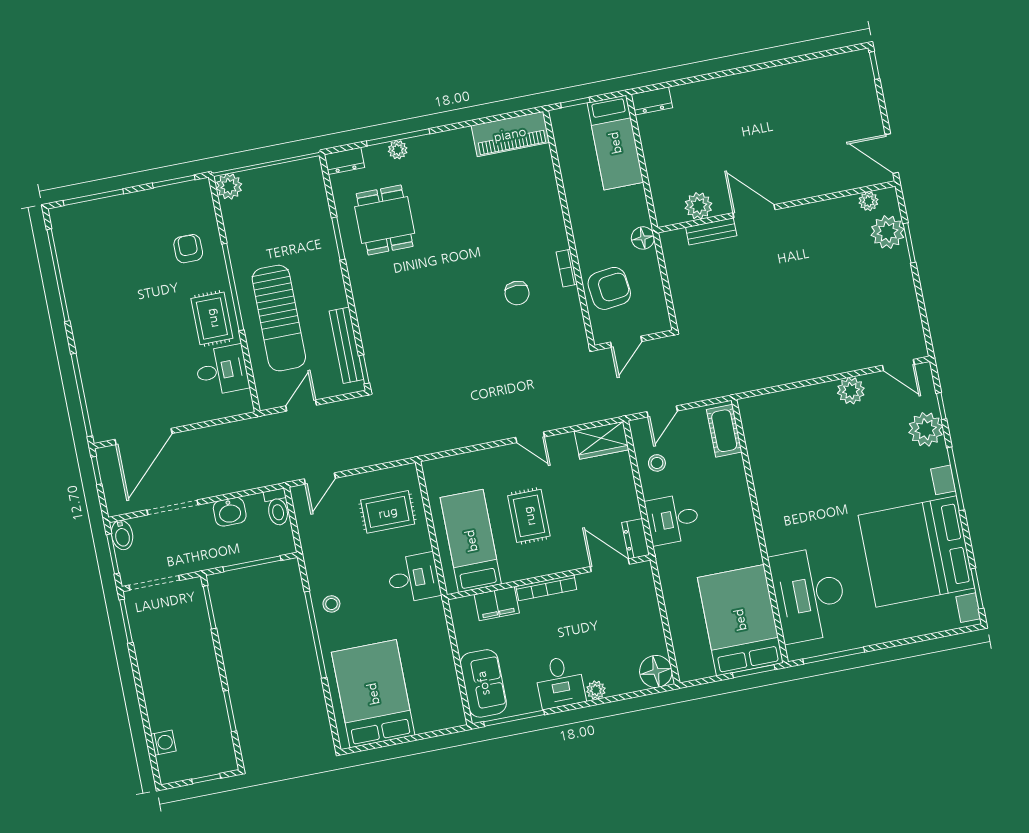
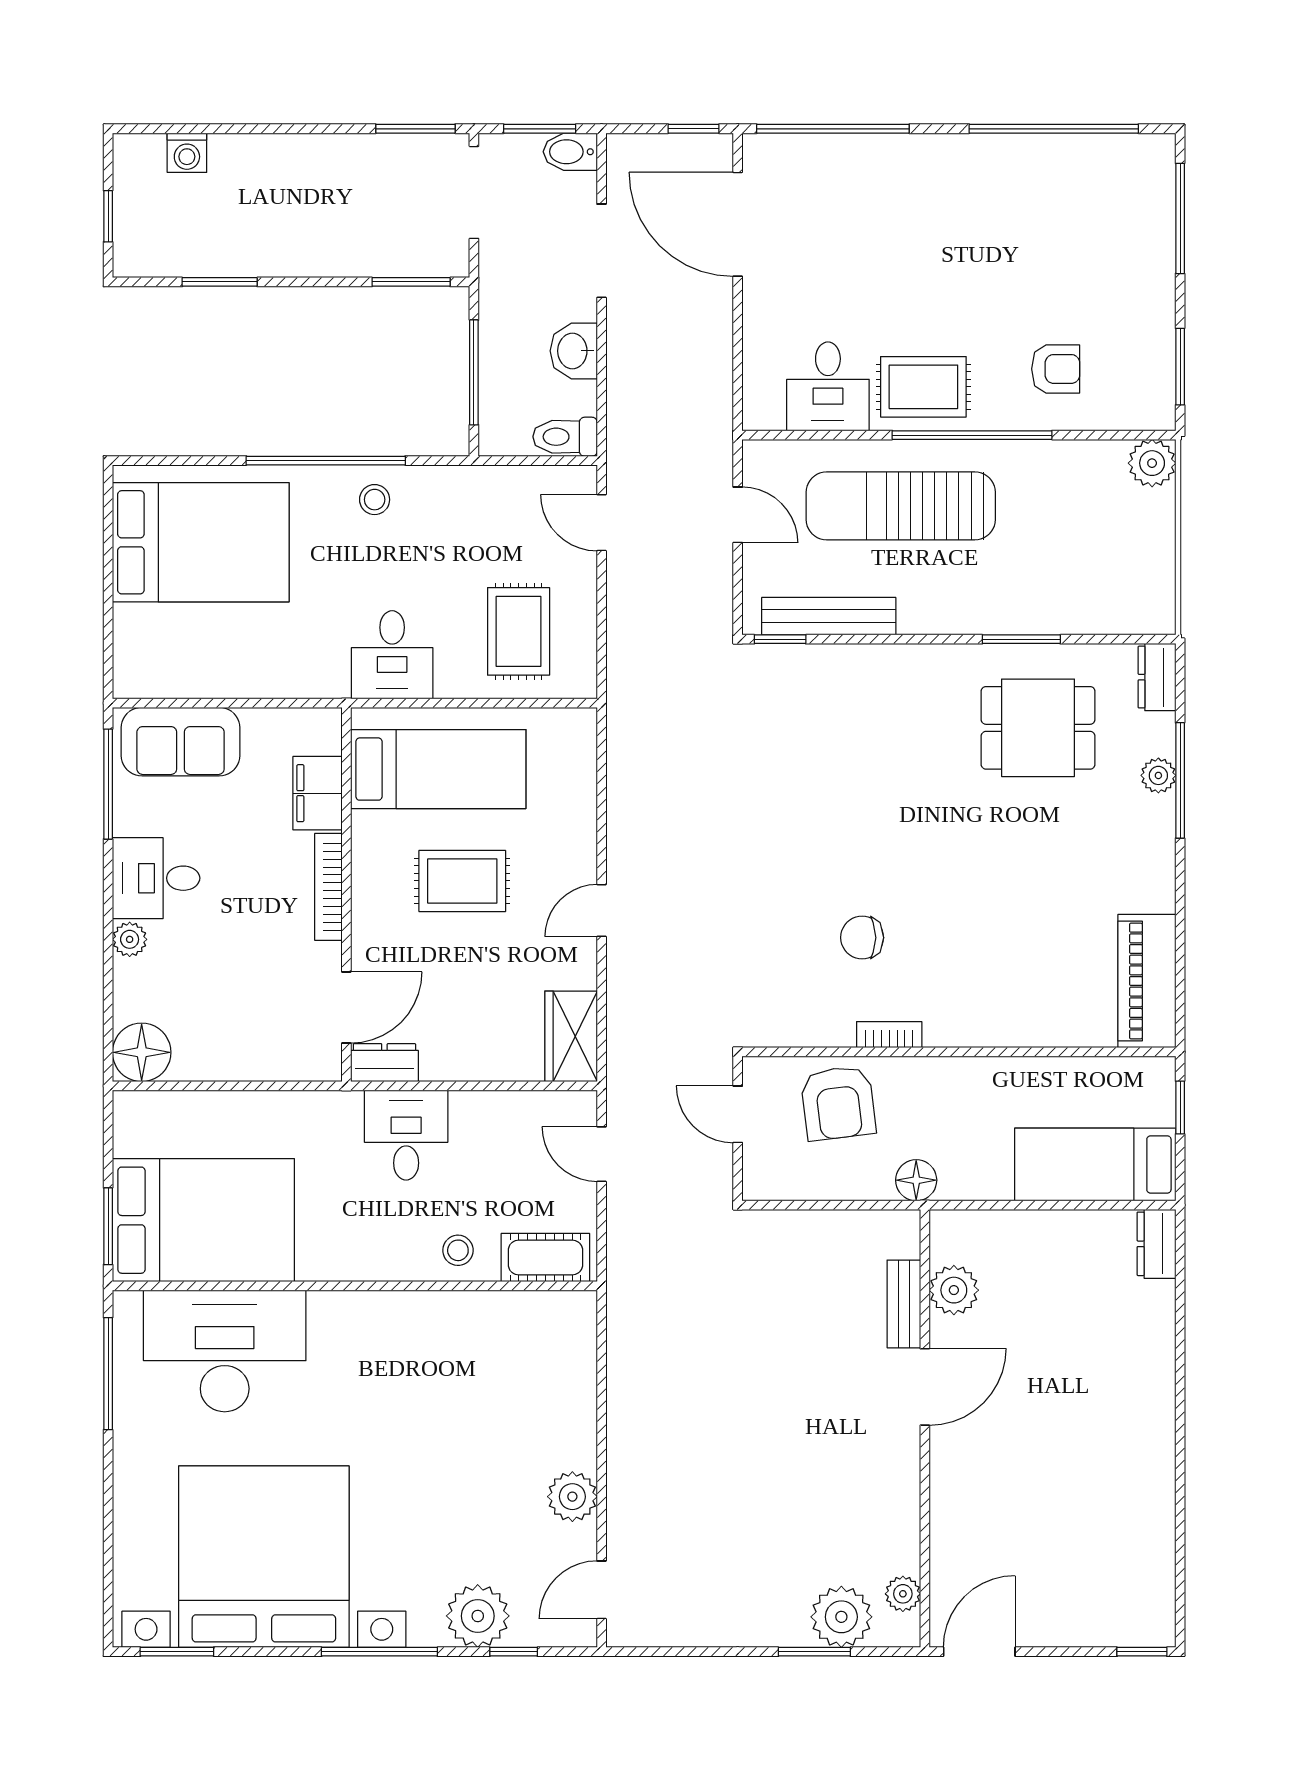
stool: (657, 463) -> (458, 1250), moved

